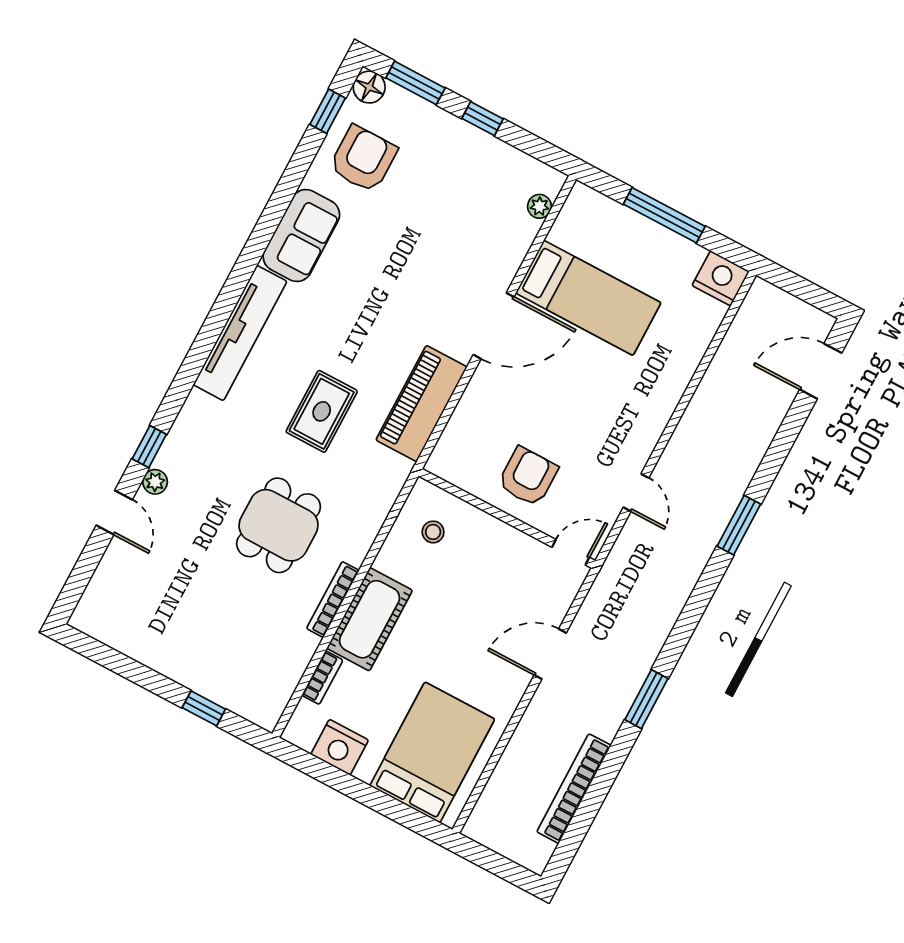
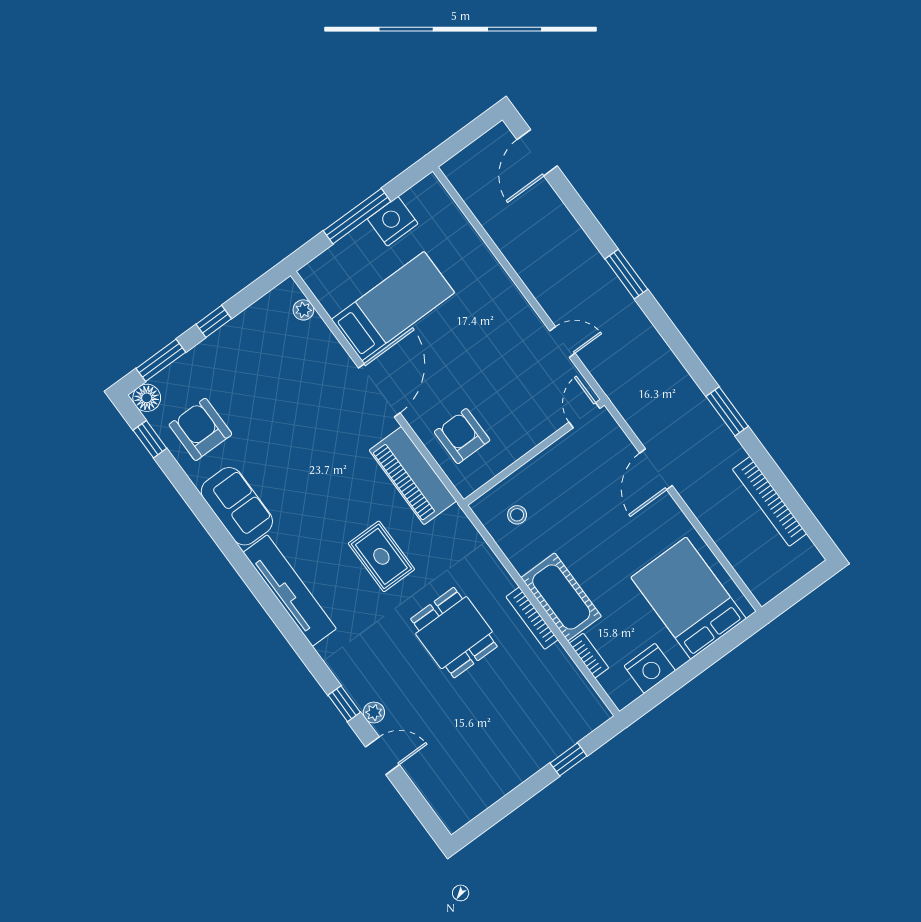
nightstand: (721, 278) -> (393, 221), moved
armchair: (528, 477) -> (462, 436), moved

